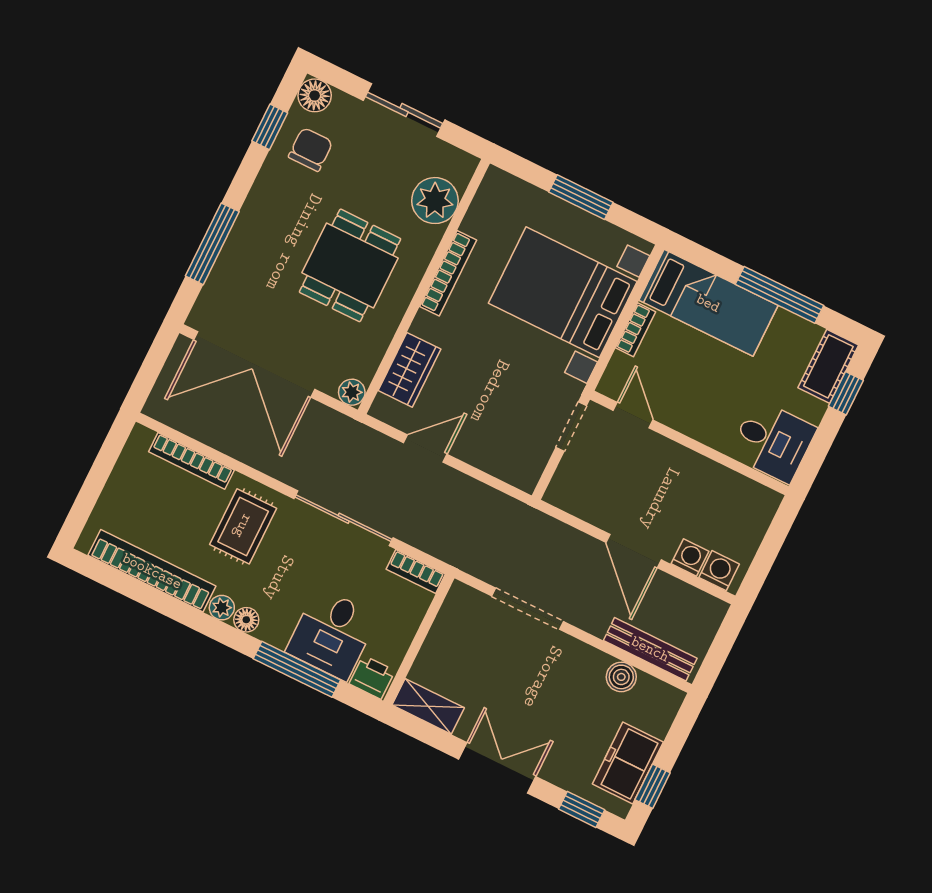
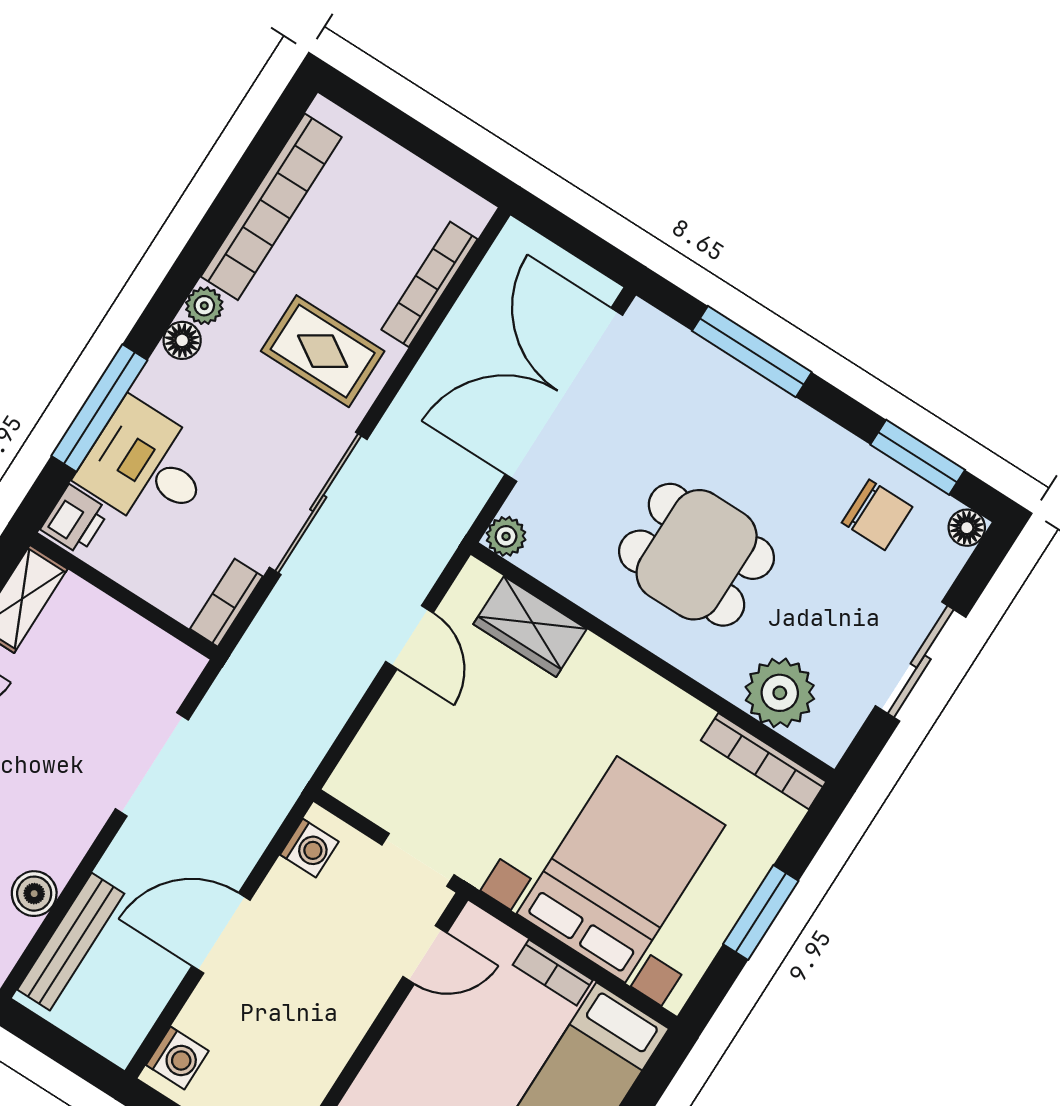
floor lamp: (315, 95) -> (967, 528), width x0.73, depth x0.73
window: (270, 127) -> (918, 457), width x1.50
bookcase: (448, 273) -> (764, 761), moved
washing machine: (690, 558) -> (309, 848), moved

